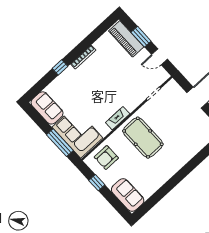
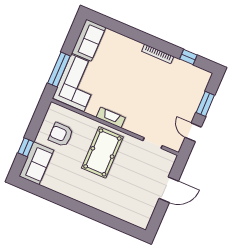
piano: (126, 39) -> (196, 90), removed
window: (60, 67) -> (188, 57), moved
armchair: (106, 158) -> (61, 135), moved
window: (97, 183) -> (26, 147), moved

